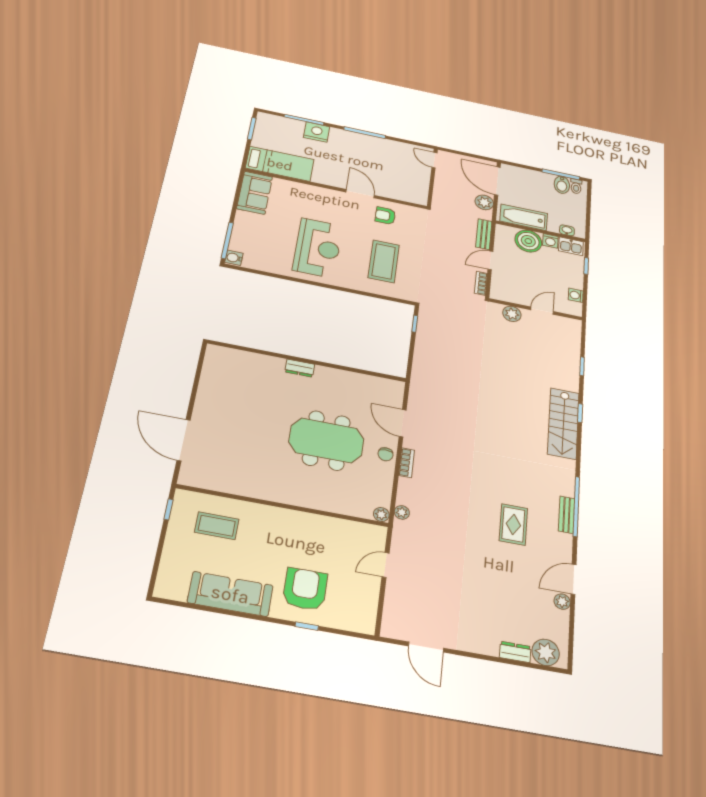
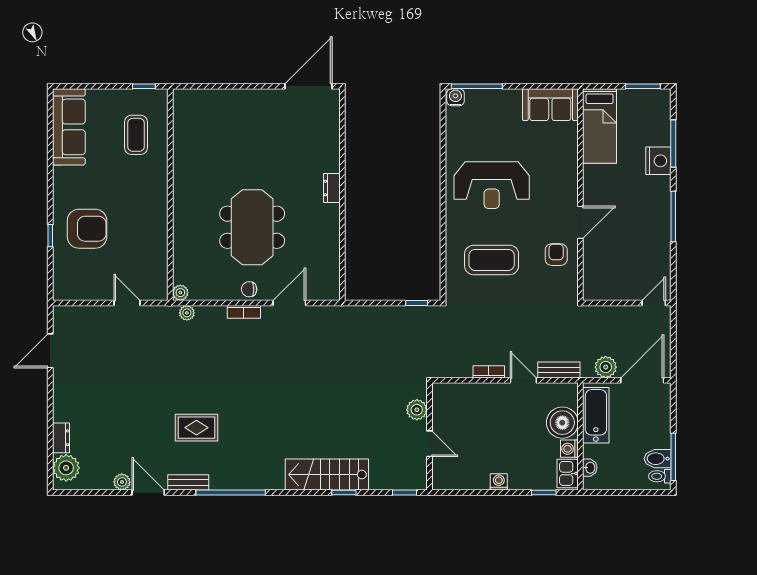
wall: (536, 309) -> (429, 436), moved
door: (542, 311) -> (429, 444), moved
plant: (512, 314) -> (417, 410), moved
door: (184, 440) -> (308, 86), moved
bench: (567, 515) -> (188, 482), moved
sofa: (230, 594) -> (69, 127), moved

